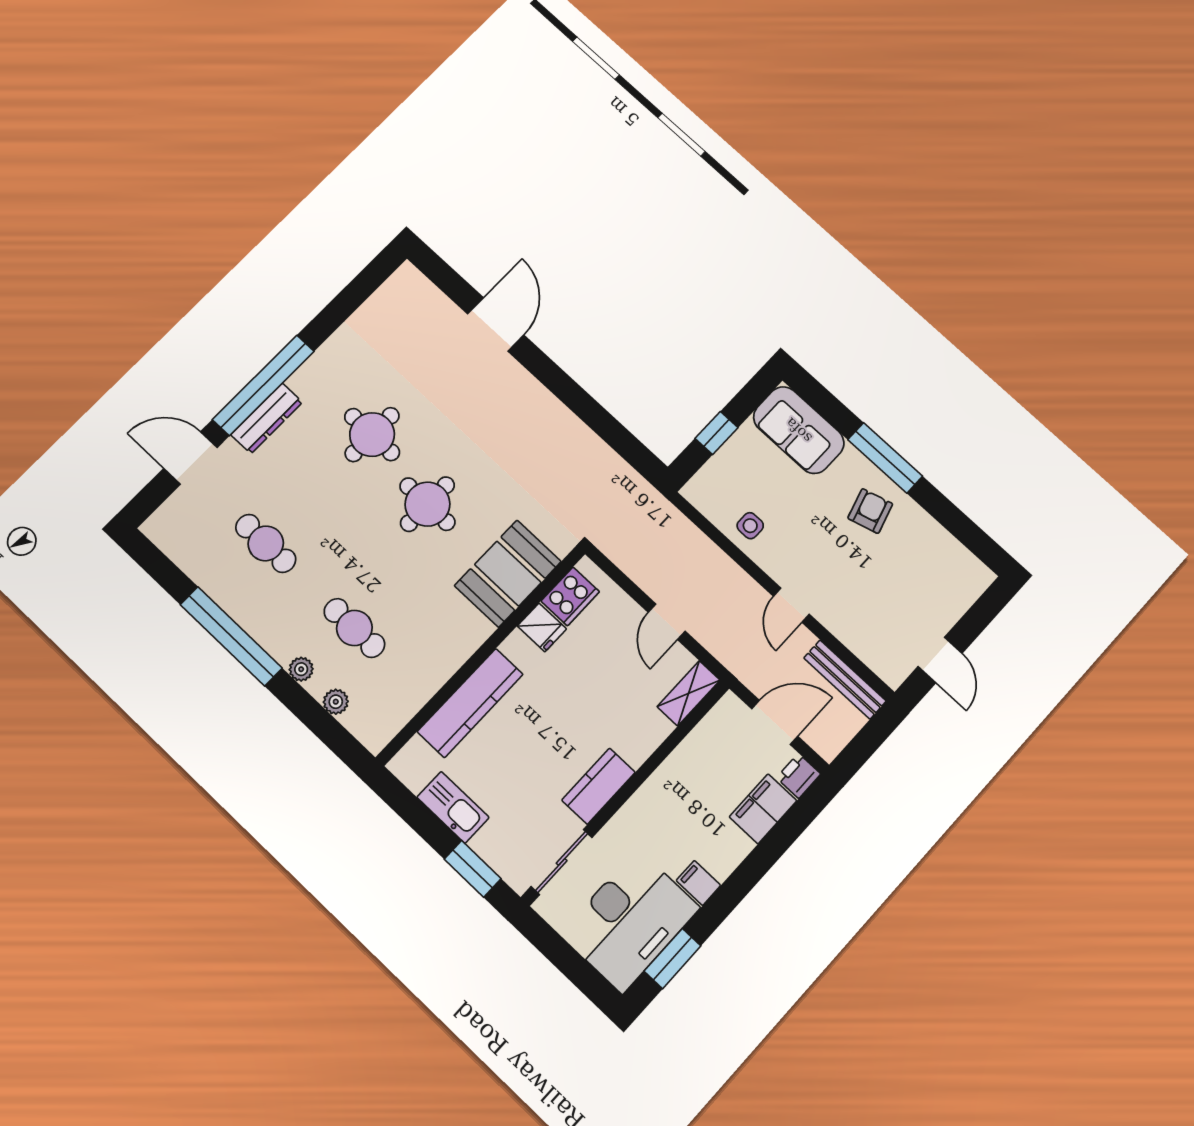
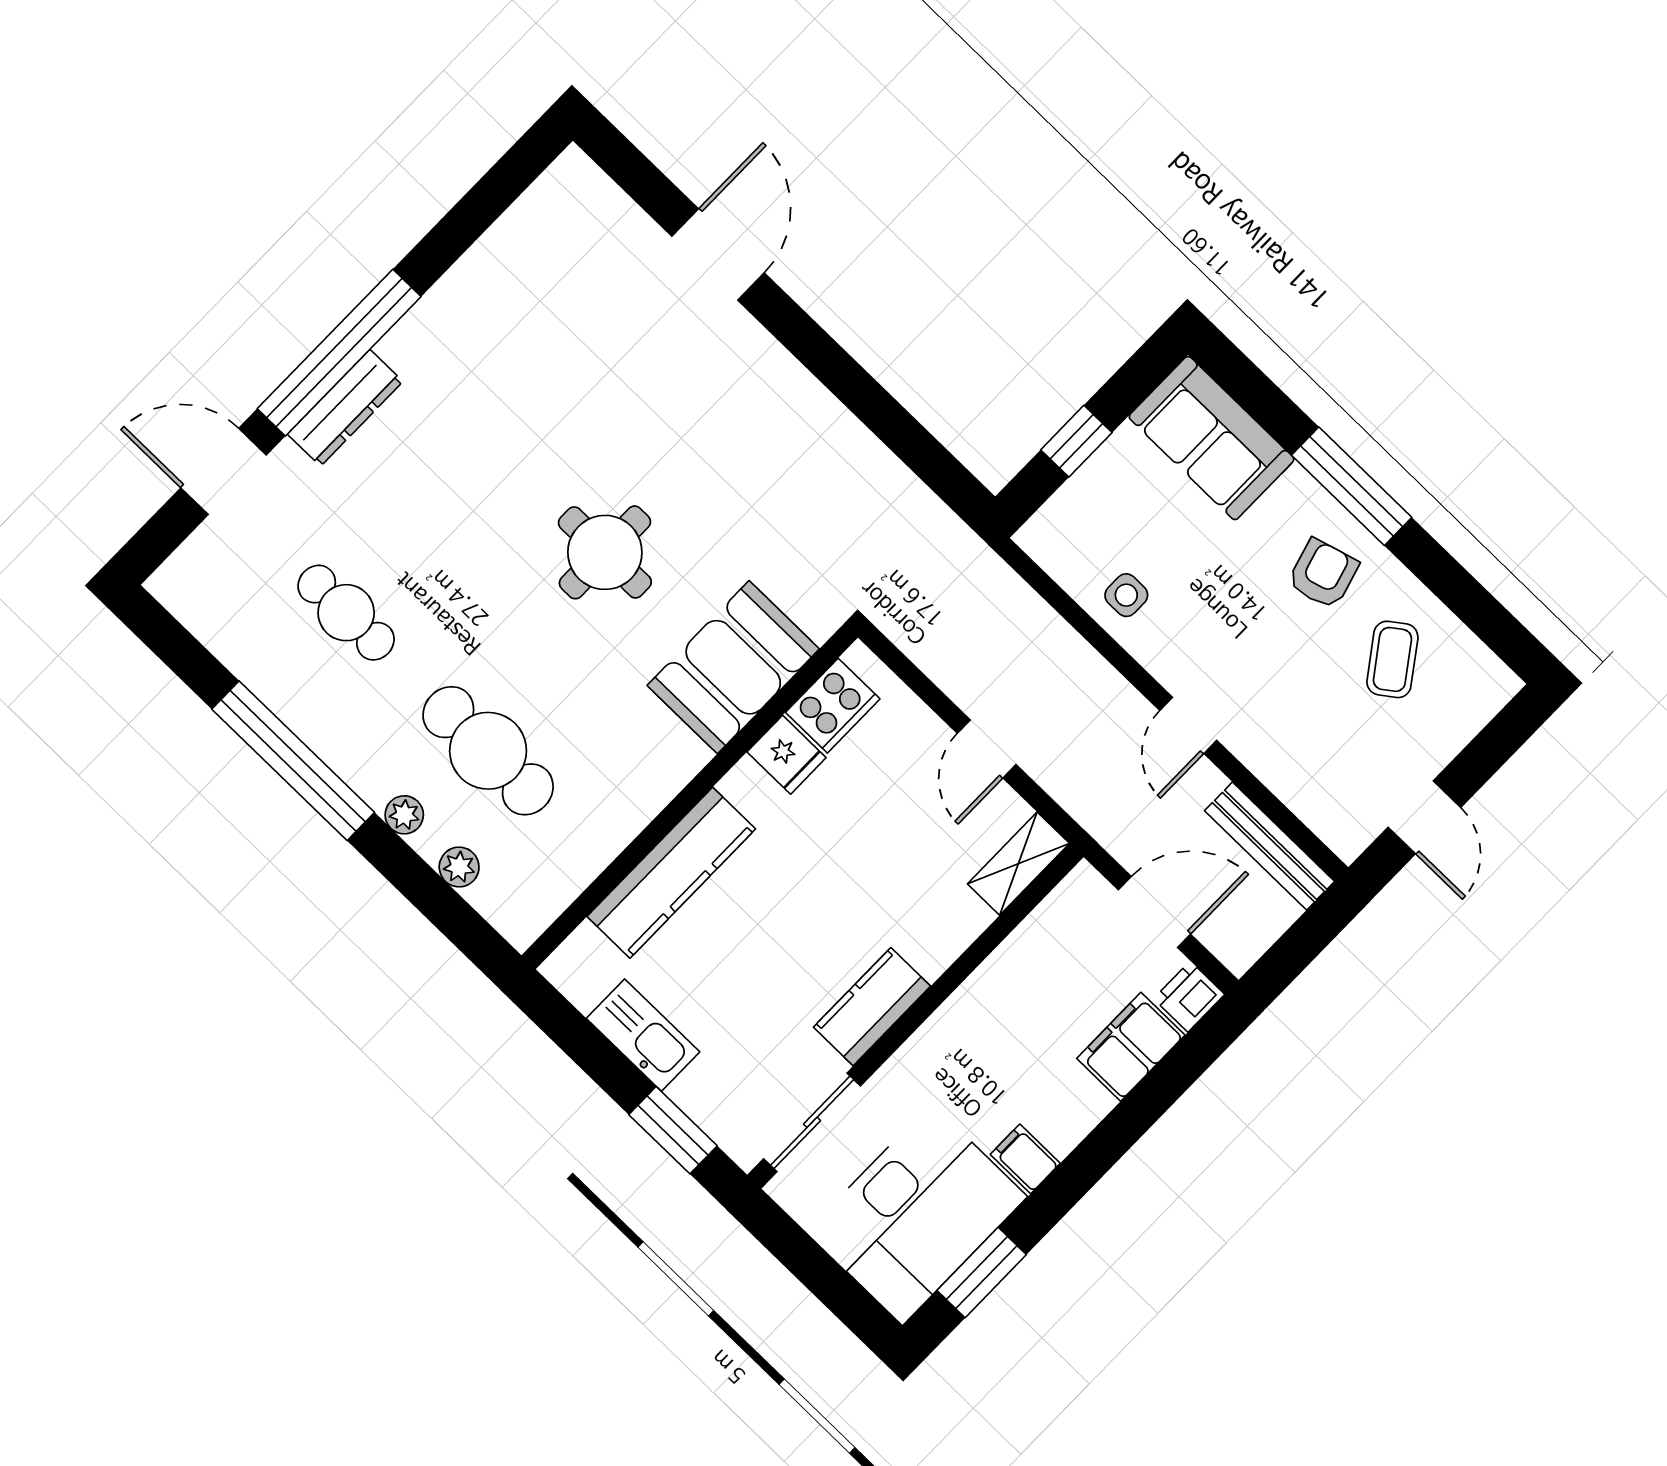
round table: (372, 435) -> (516, 437), removed
coffee table: (915, 563) -> (1392, 659), added
cafe table: (354, 628) -> (488, 751), width x1.37, depth x1.35

